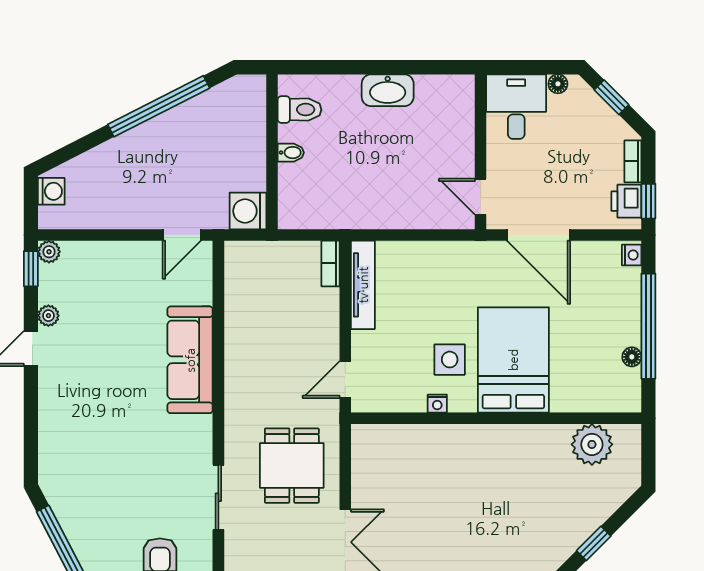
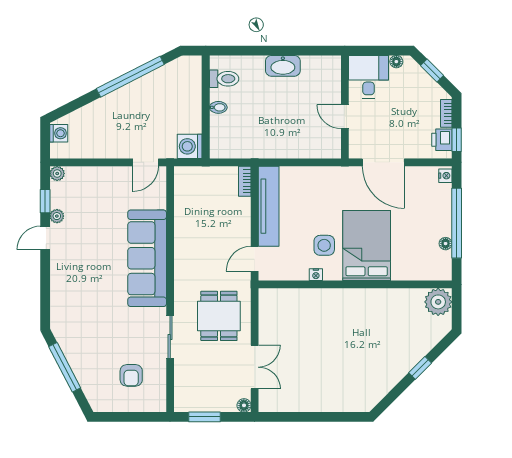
door: (481, 197) -> (345, 117), moved
window: (31, 269) -> (45, 201), moved
tv unit: (363, 285) -> (269, 206), width x1.36, depth x1.29
sofa: (190, 360) -> (147, 258), width x1.36, depth x1.27
plant: (592, 444) -> (438, 302), moved

